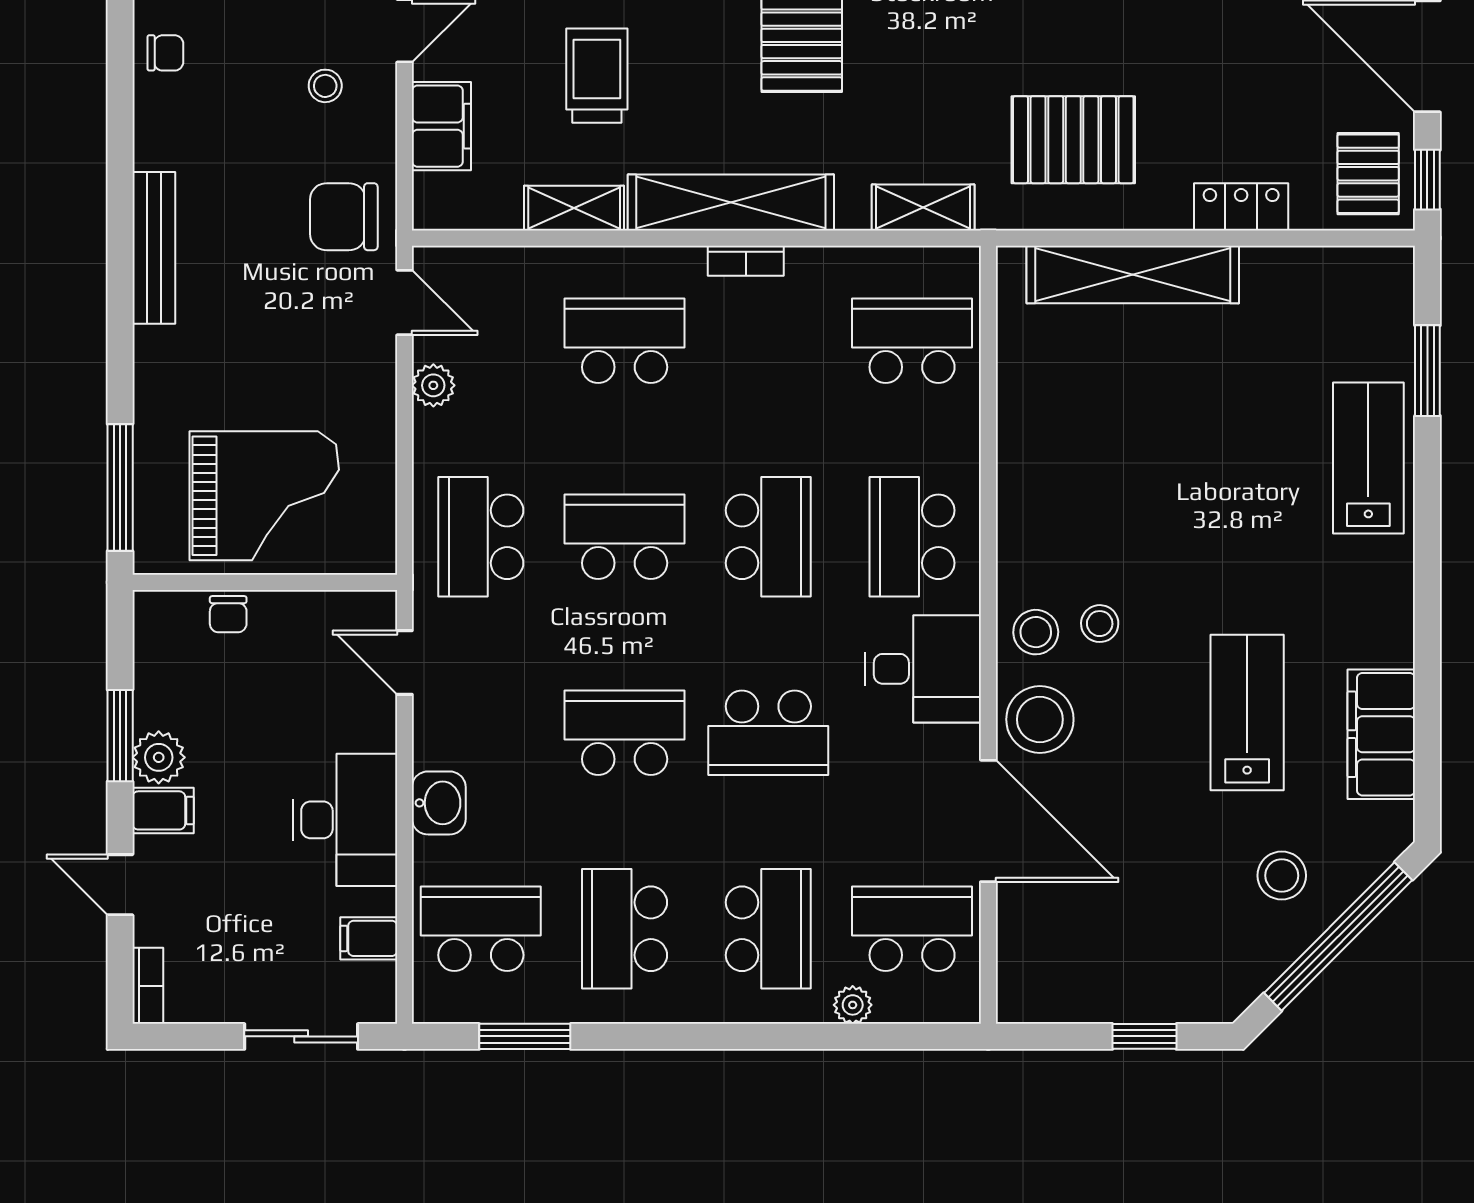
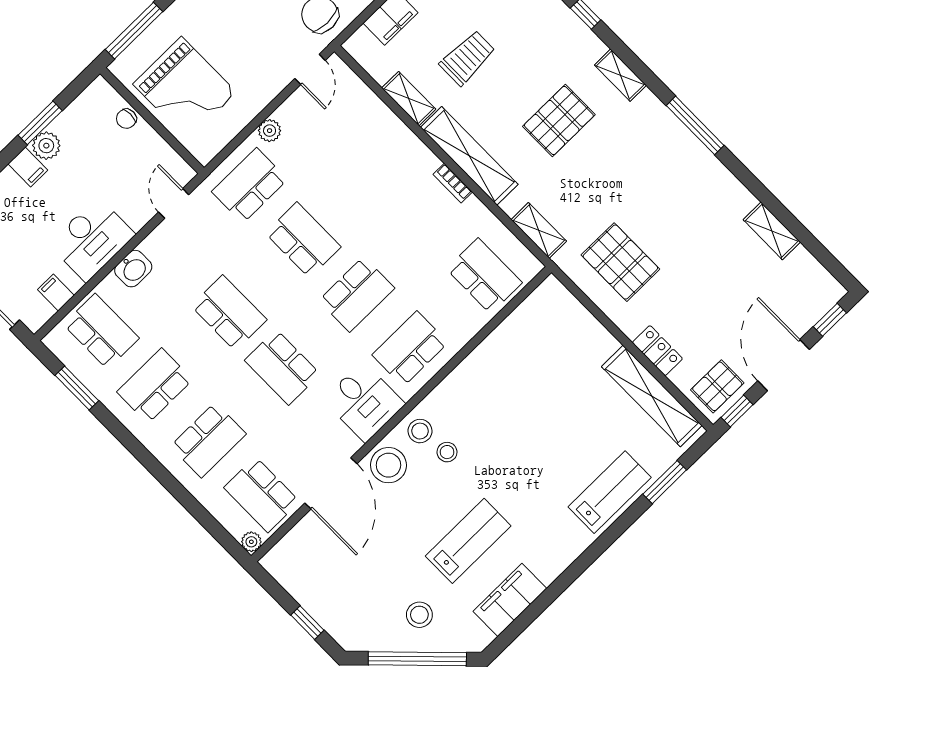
shelving: (1133, 274) -> (652, 396), moved
school desk: (625, 341) -> (377, 167), removed
plant: (433, 385) -> (270, 131), moved
school desk: (912, 929) -> (262, 495), turned 180
plant: (853, 1005) -> (251, 542), moved

